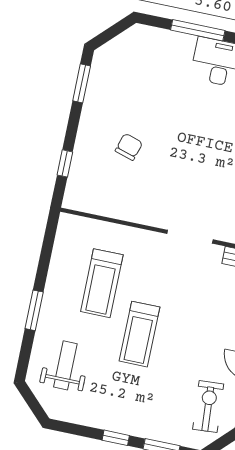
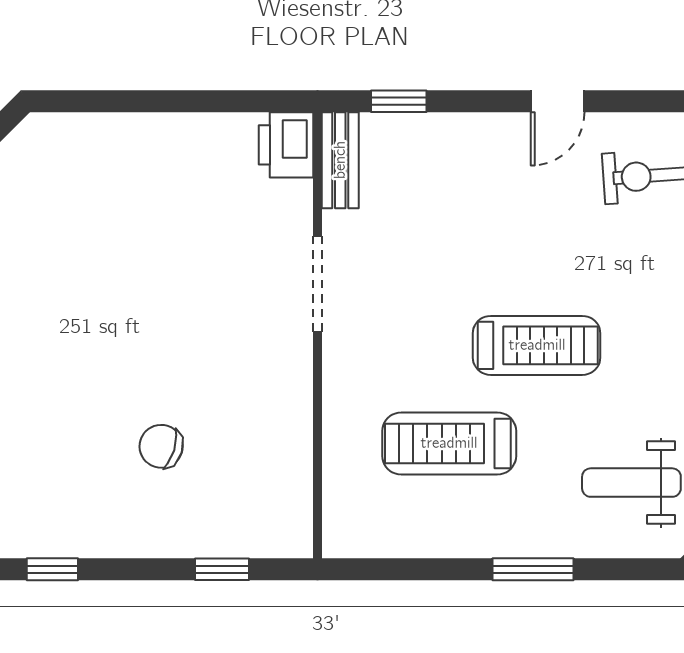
window: (82, 83) -> (52, 569), width x0.67
treadmill: (102, 283) -> (449, 443), turned 180

